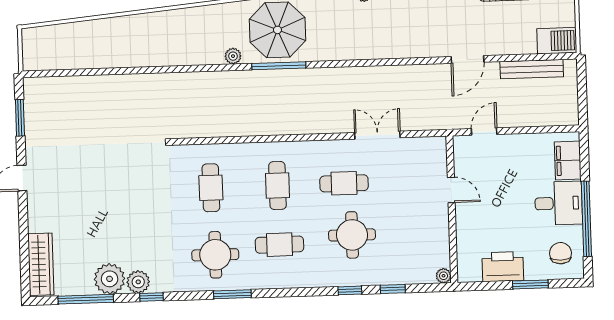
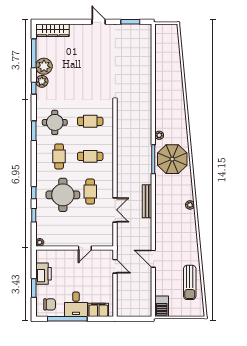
bench: (532, 69) -> (147, 201), moved
round table: (352, 235) -> (63, 195), width x1.36, depth x1.36

